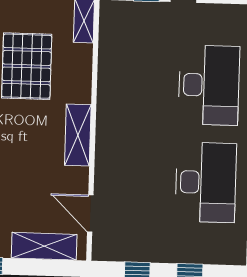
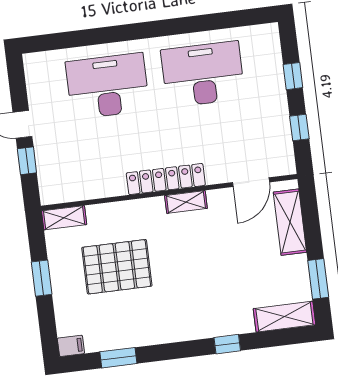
locker: (107, 129) -> (166, 179), added
shelving: (78, 135) -> (186, 202), width x0.67, depth x0.75

